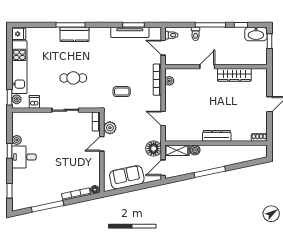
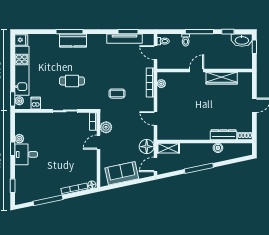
dresser: (217, 136) -> (224, 135), moved
boiler: (195, 150) -> (218, 148), moved

